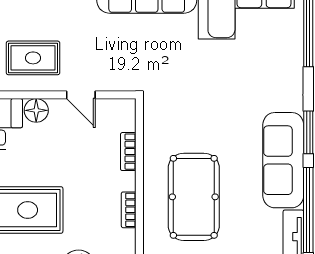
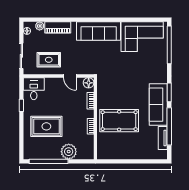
floor lamp: (36, 110) -> (89, 83), moved
pool table: (194, 197) -> (119, 121), turned 90

